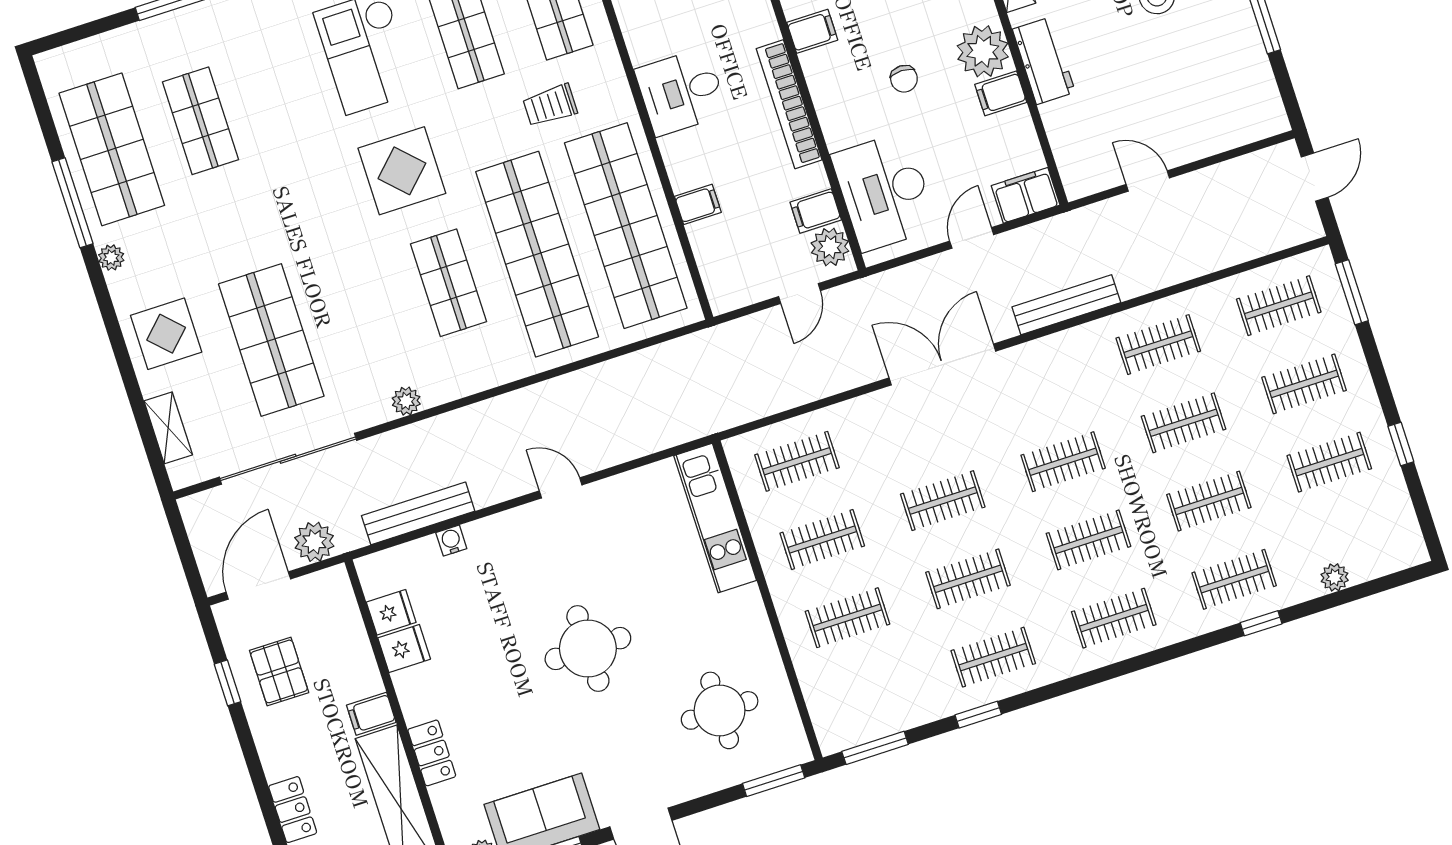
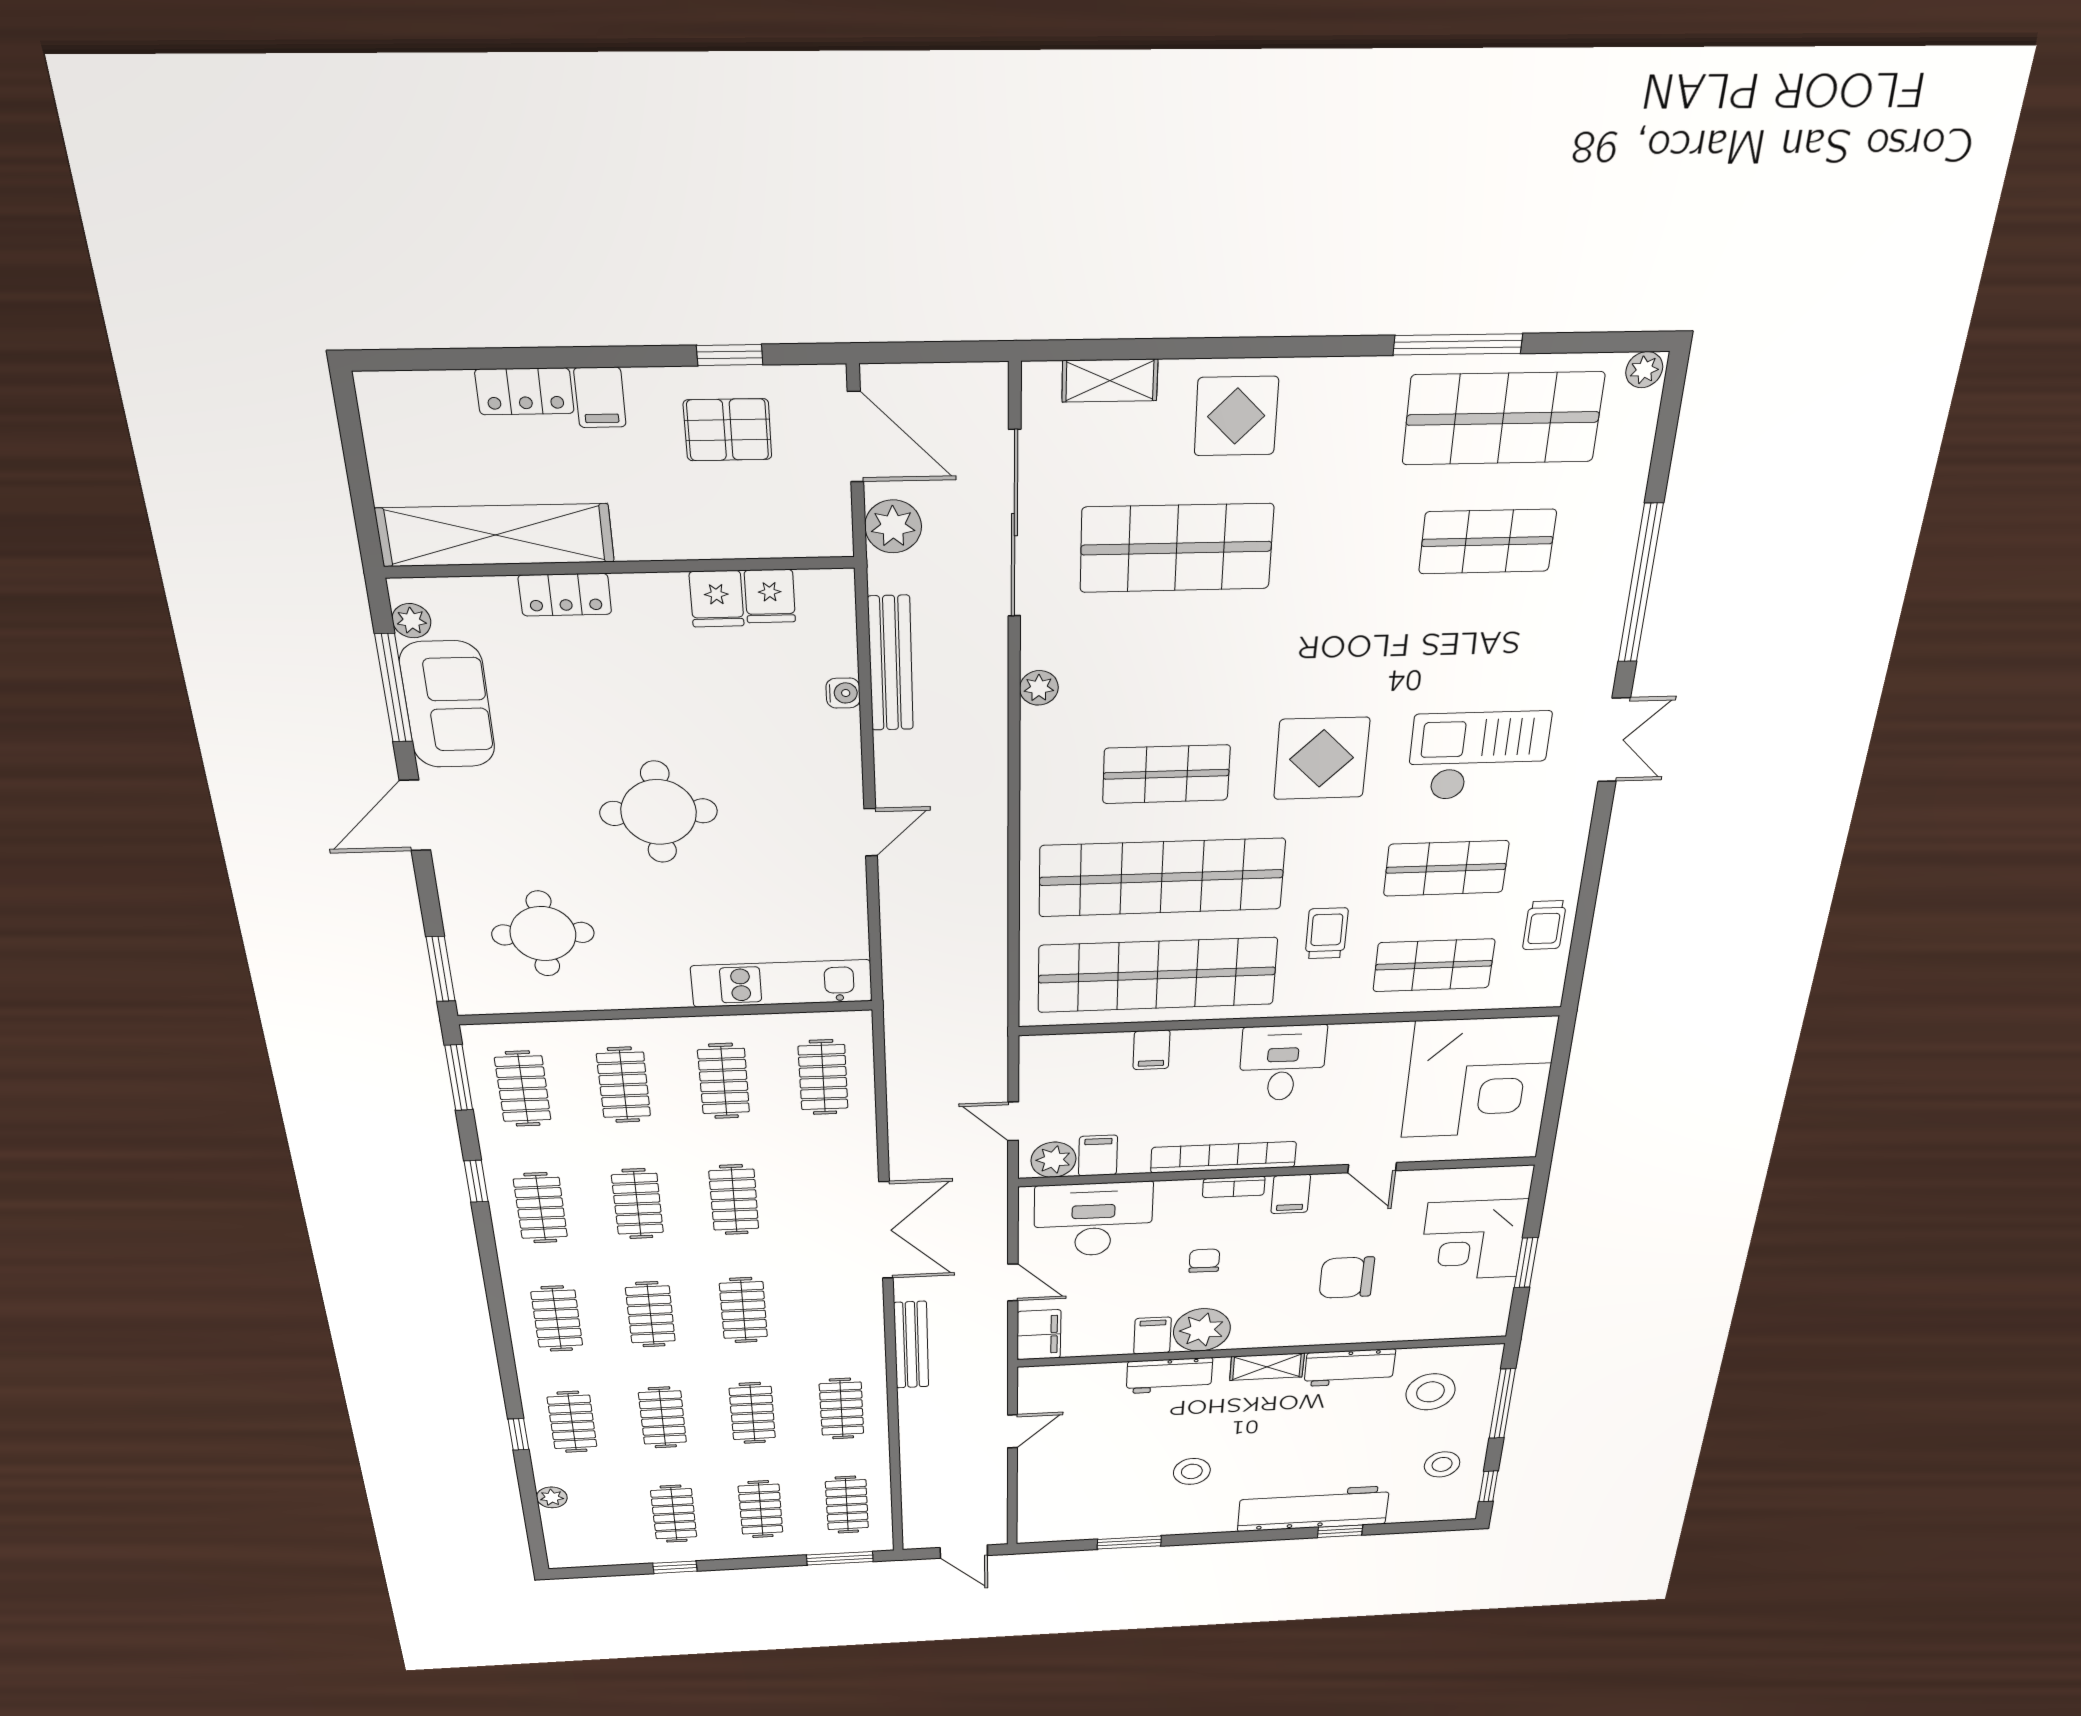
chair: (904, 79) -> (1204, 1261), turned 90
bookcase: (818, 83) -> (1234, 1187), added
plant: (111, 258) -> (1644, 370), moved
clothes rail: (873, 696) -> (523, 1089), added
filing cabinet: (371, 714) -> (600, 397), moved, turned 180

